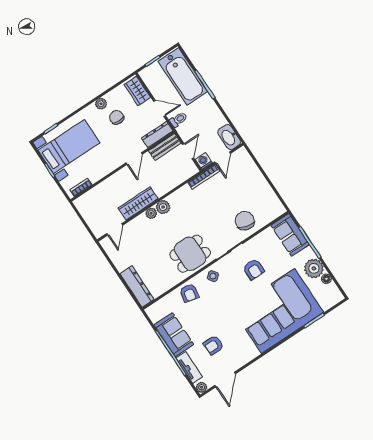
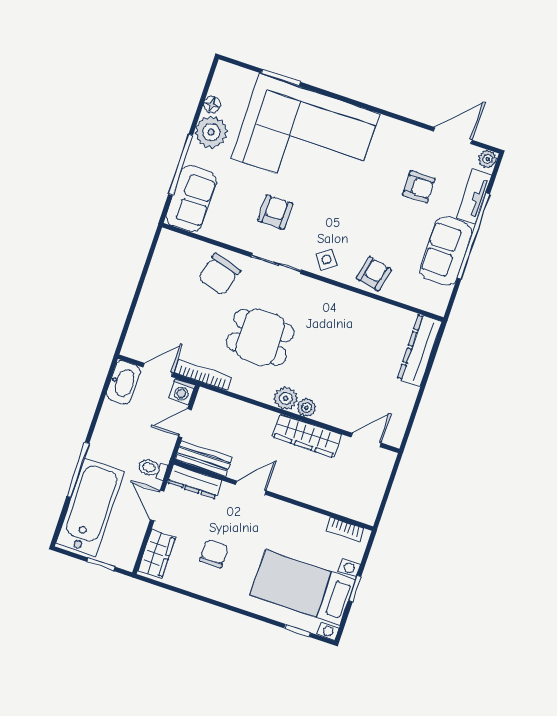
plant: (101, 104) -> (212, 589), removed
chair: (117, 117) -> (214, 554), turned 180
dining table: (190, 254) -> (260, 337), moved

